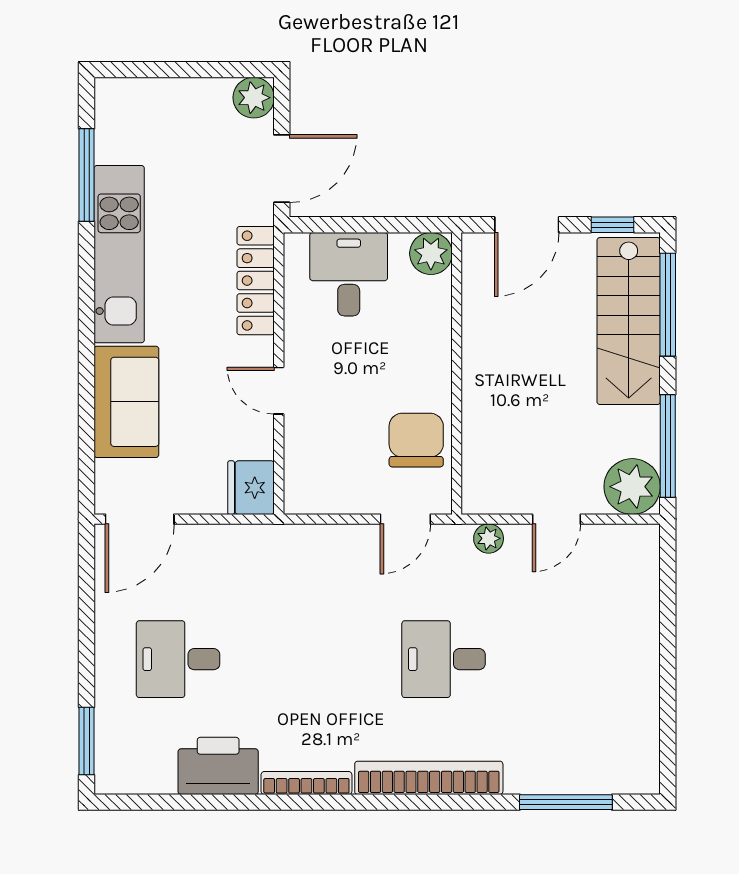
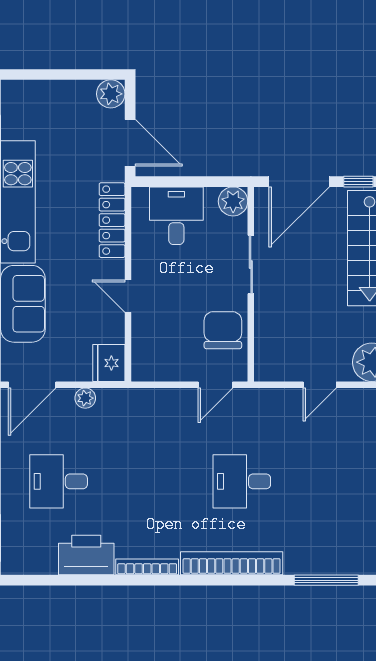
door: (282, 169) -> (130, 143), hinge flipped
door: (527, 225) -> (299, 182), width x1.36
sliding door: (457, 345) -> (251, 265), added
plant: (489, 538) -> (85, 398), moved

